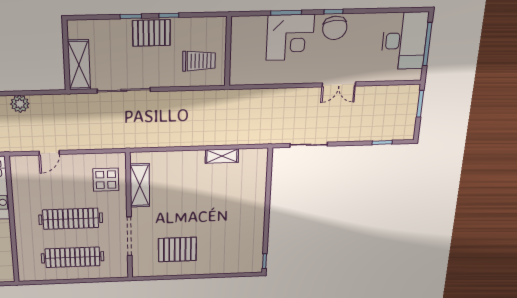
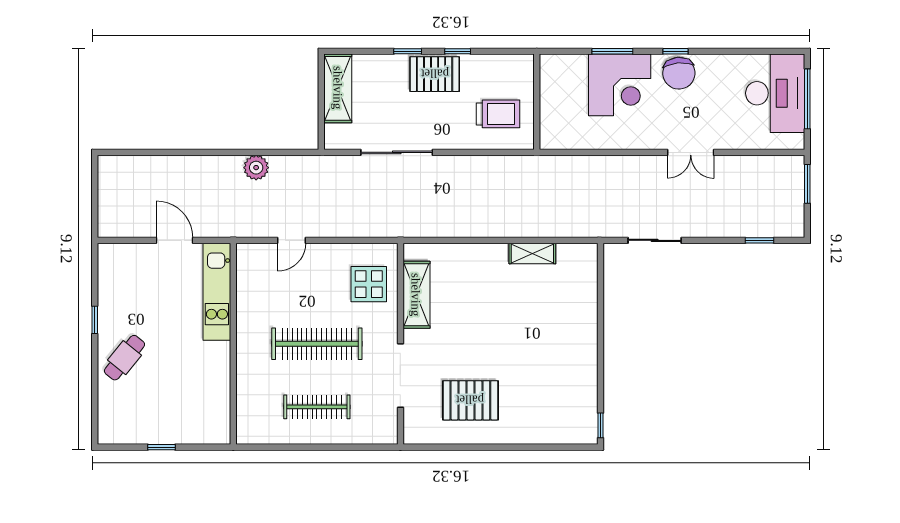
shelving: (79, 65) -> (338, 88), moved
clothes rail: (73, 257) -> (317, 407), width x0.73, depth x0.76

